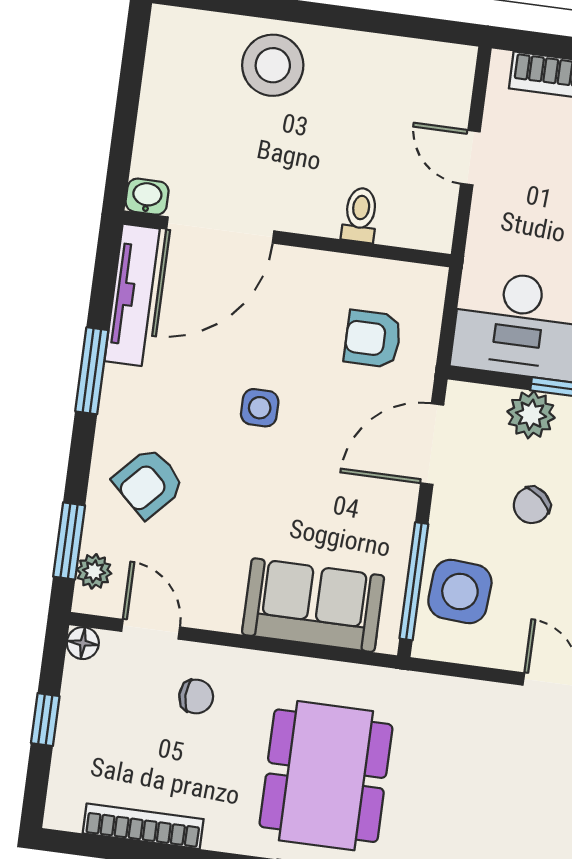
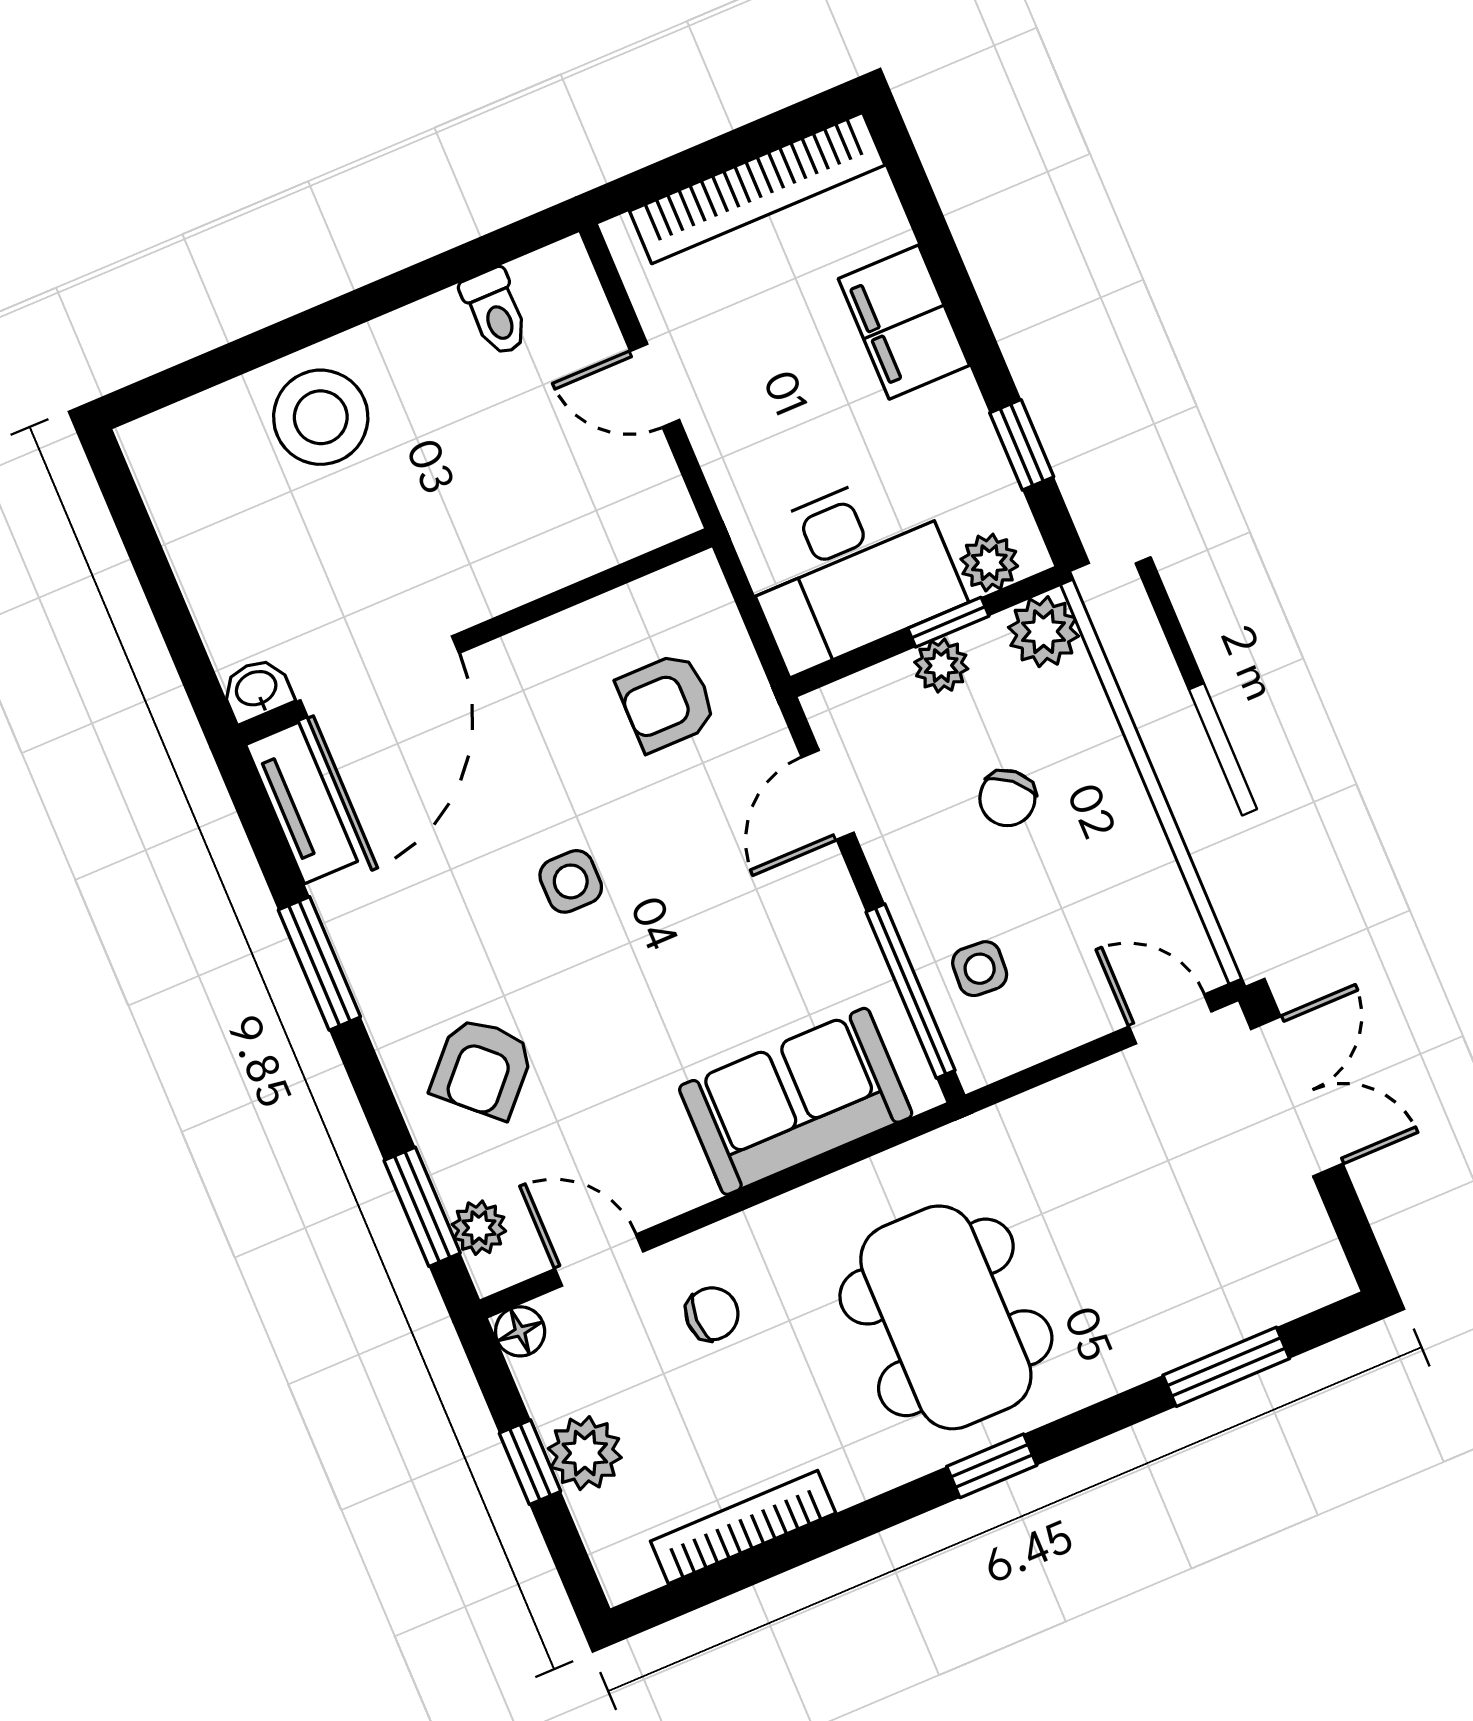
toilet: (360, 215) -> (495, 312), moved, turned 180
tv unit: (132, 295) -> (301, 803), width x0.71
plant: (531, 415) -> (941, 666), width x0.73, depth x0.73
door: (432, 444) -> (828, 795), width x0.73
side table: (460, 591) -> (980, 969), width x0.54, depth x0.54
plant: (79, 733) -> (585, 1453), added

